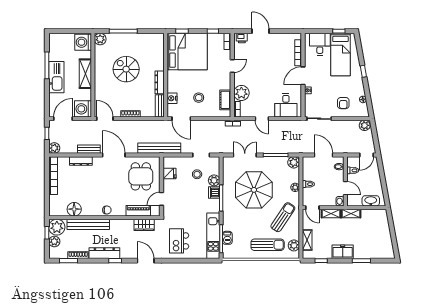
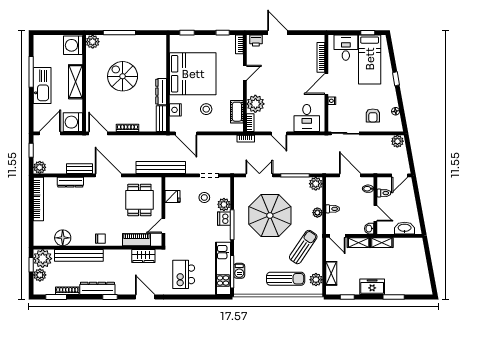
bed: (187, 52) -> (193, 74), moved

